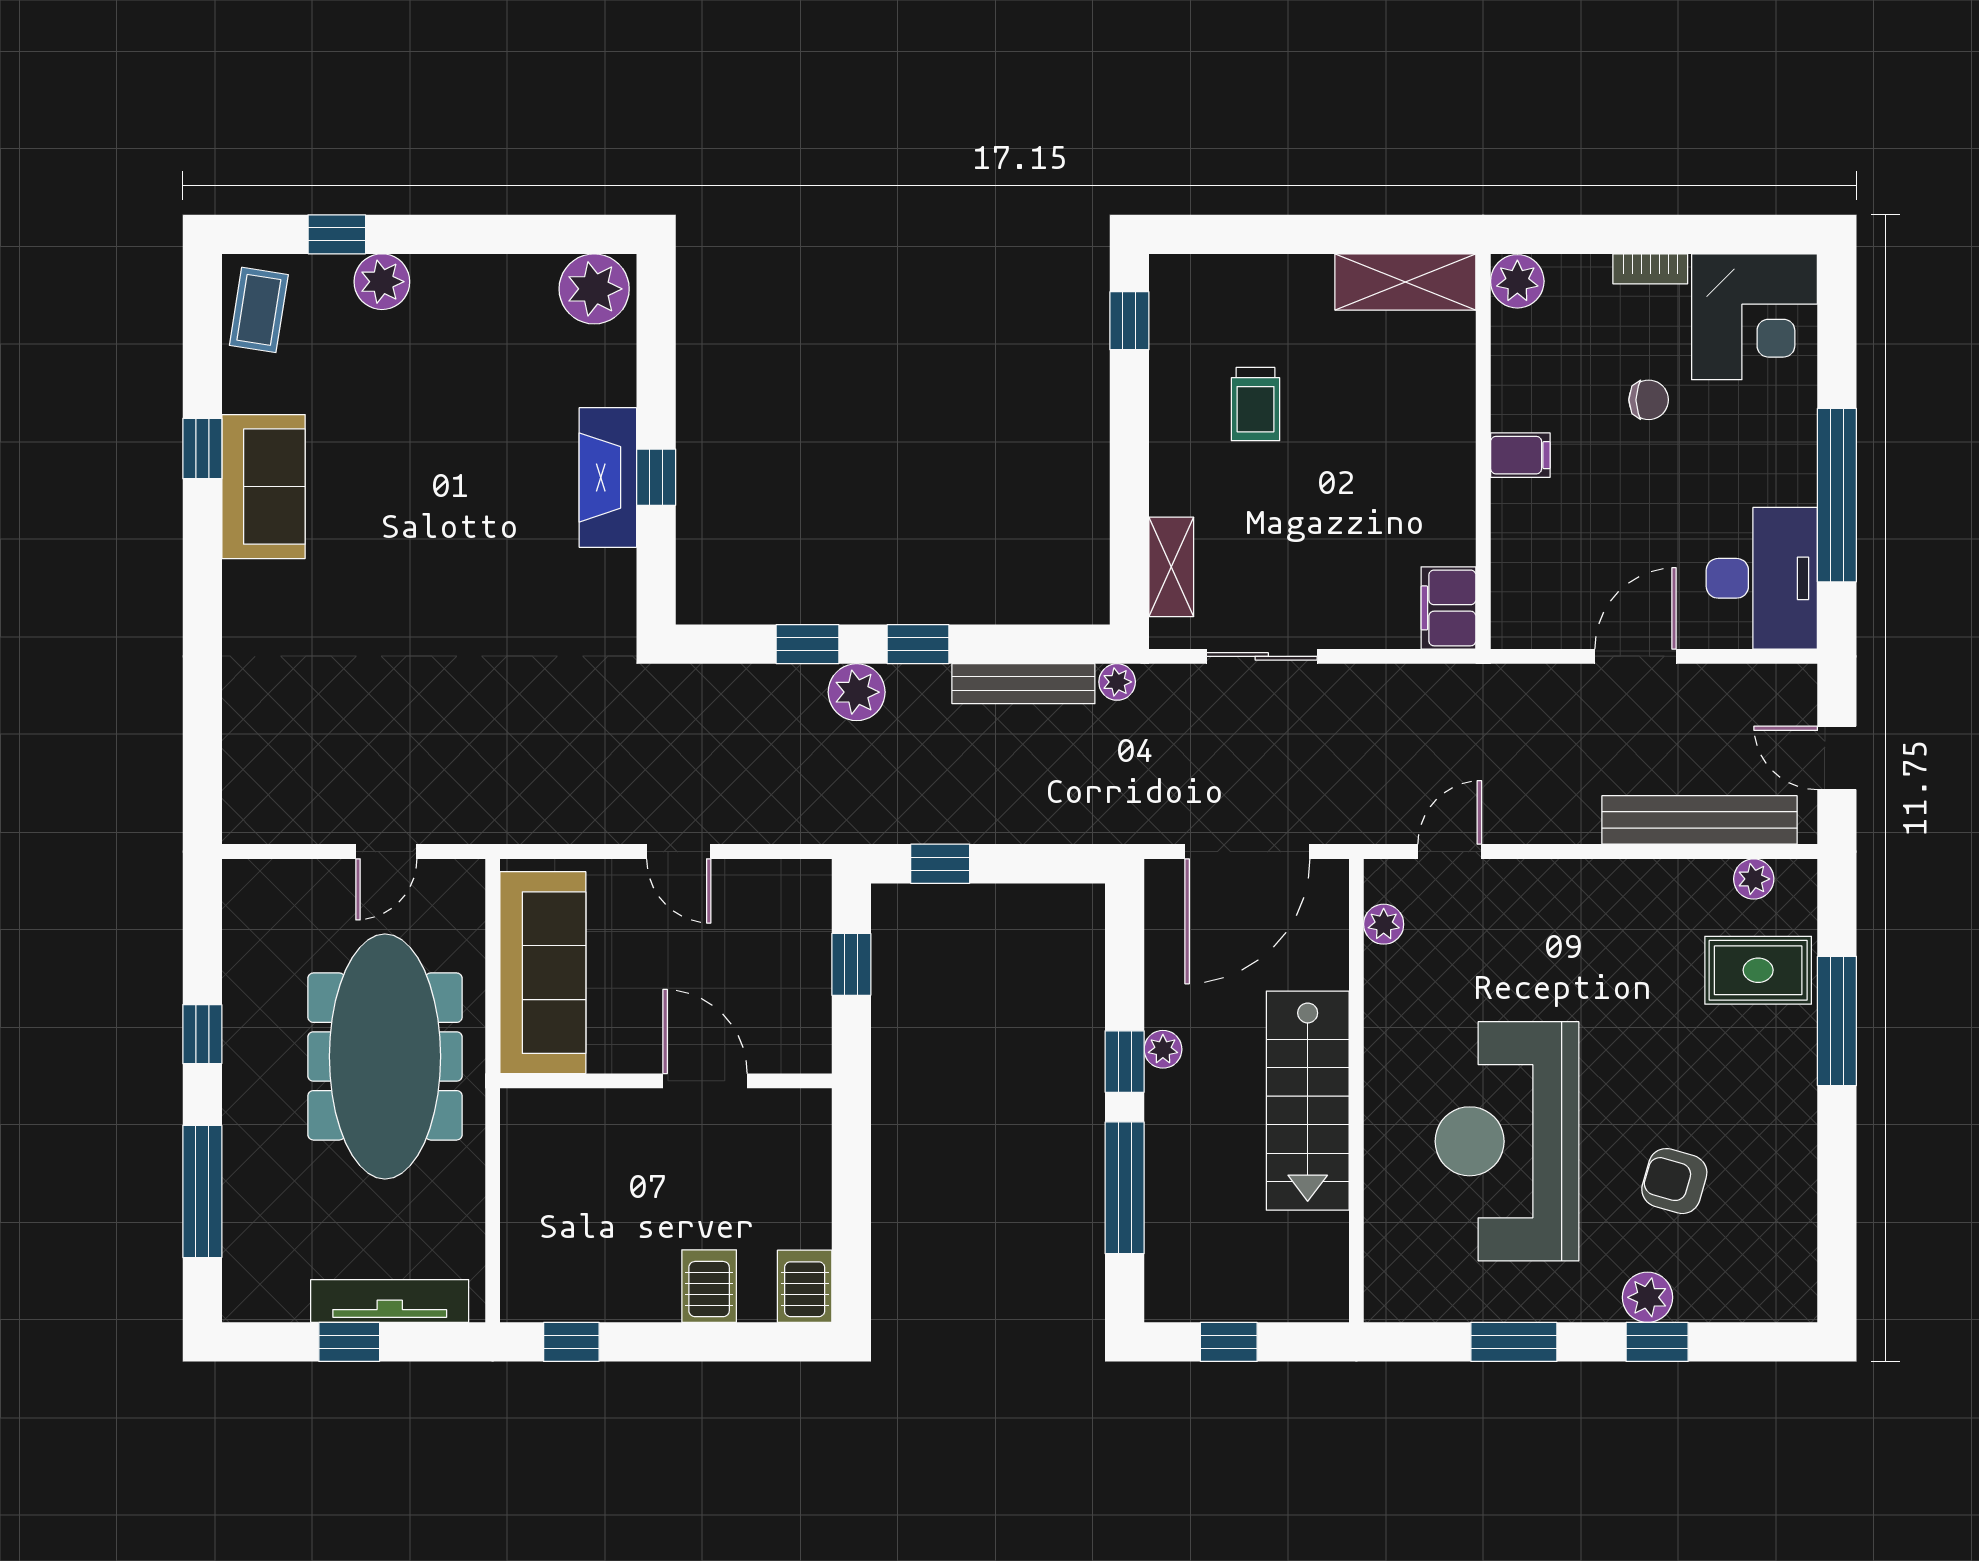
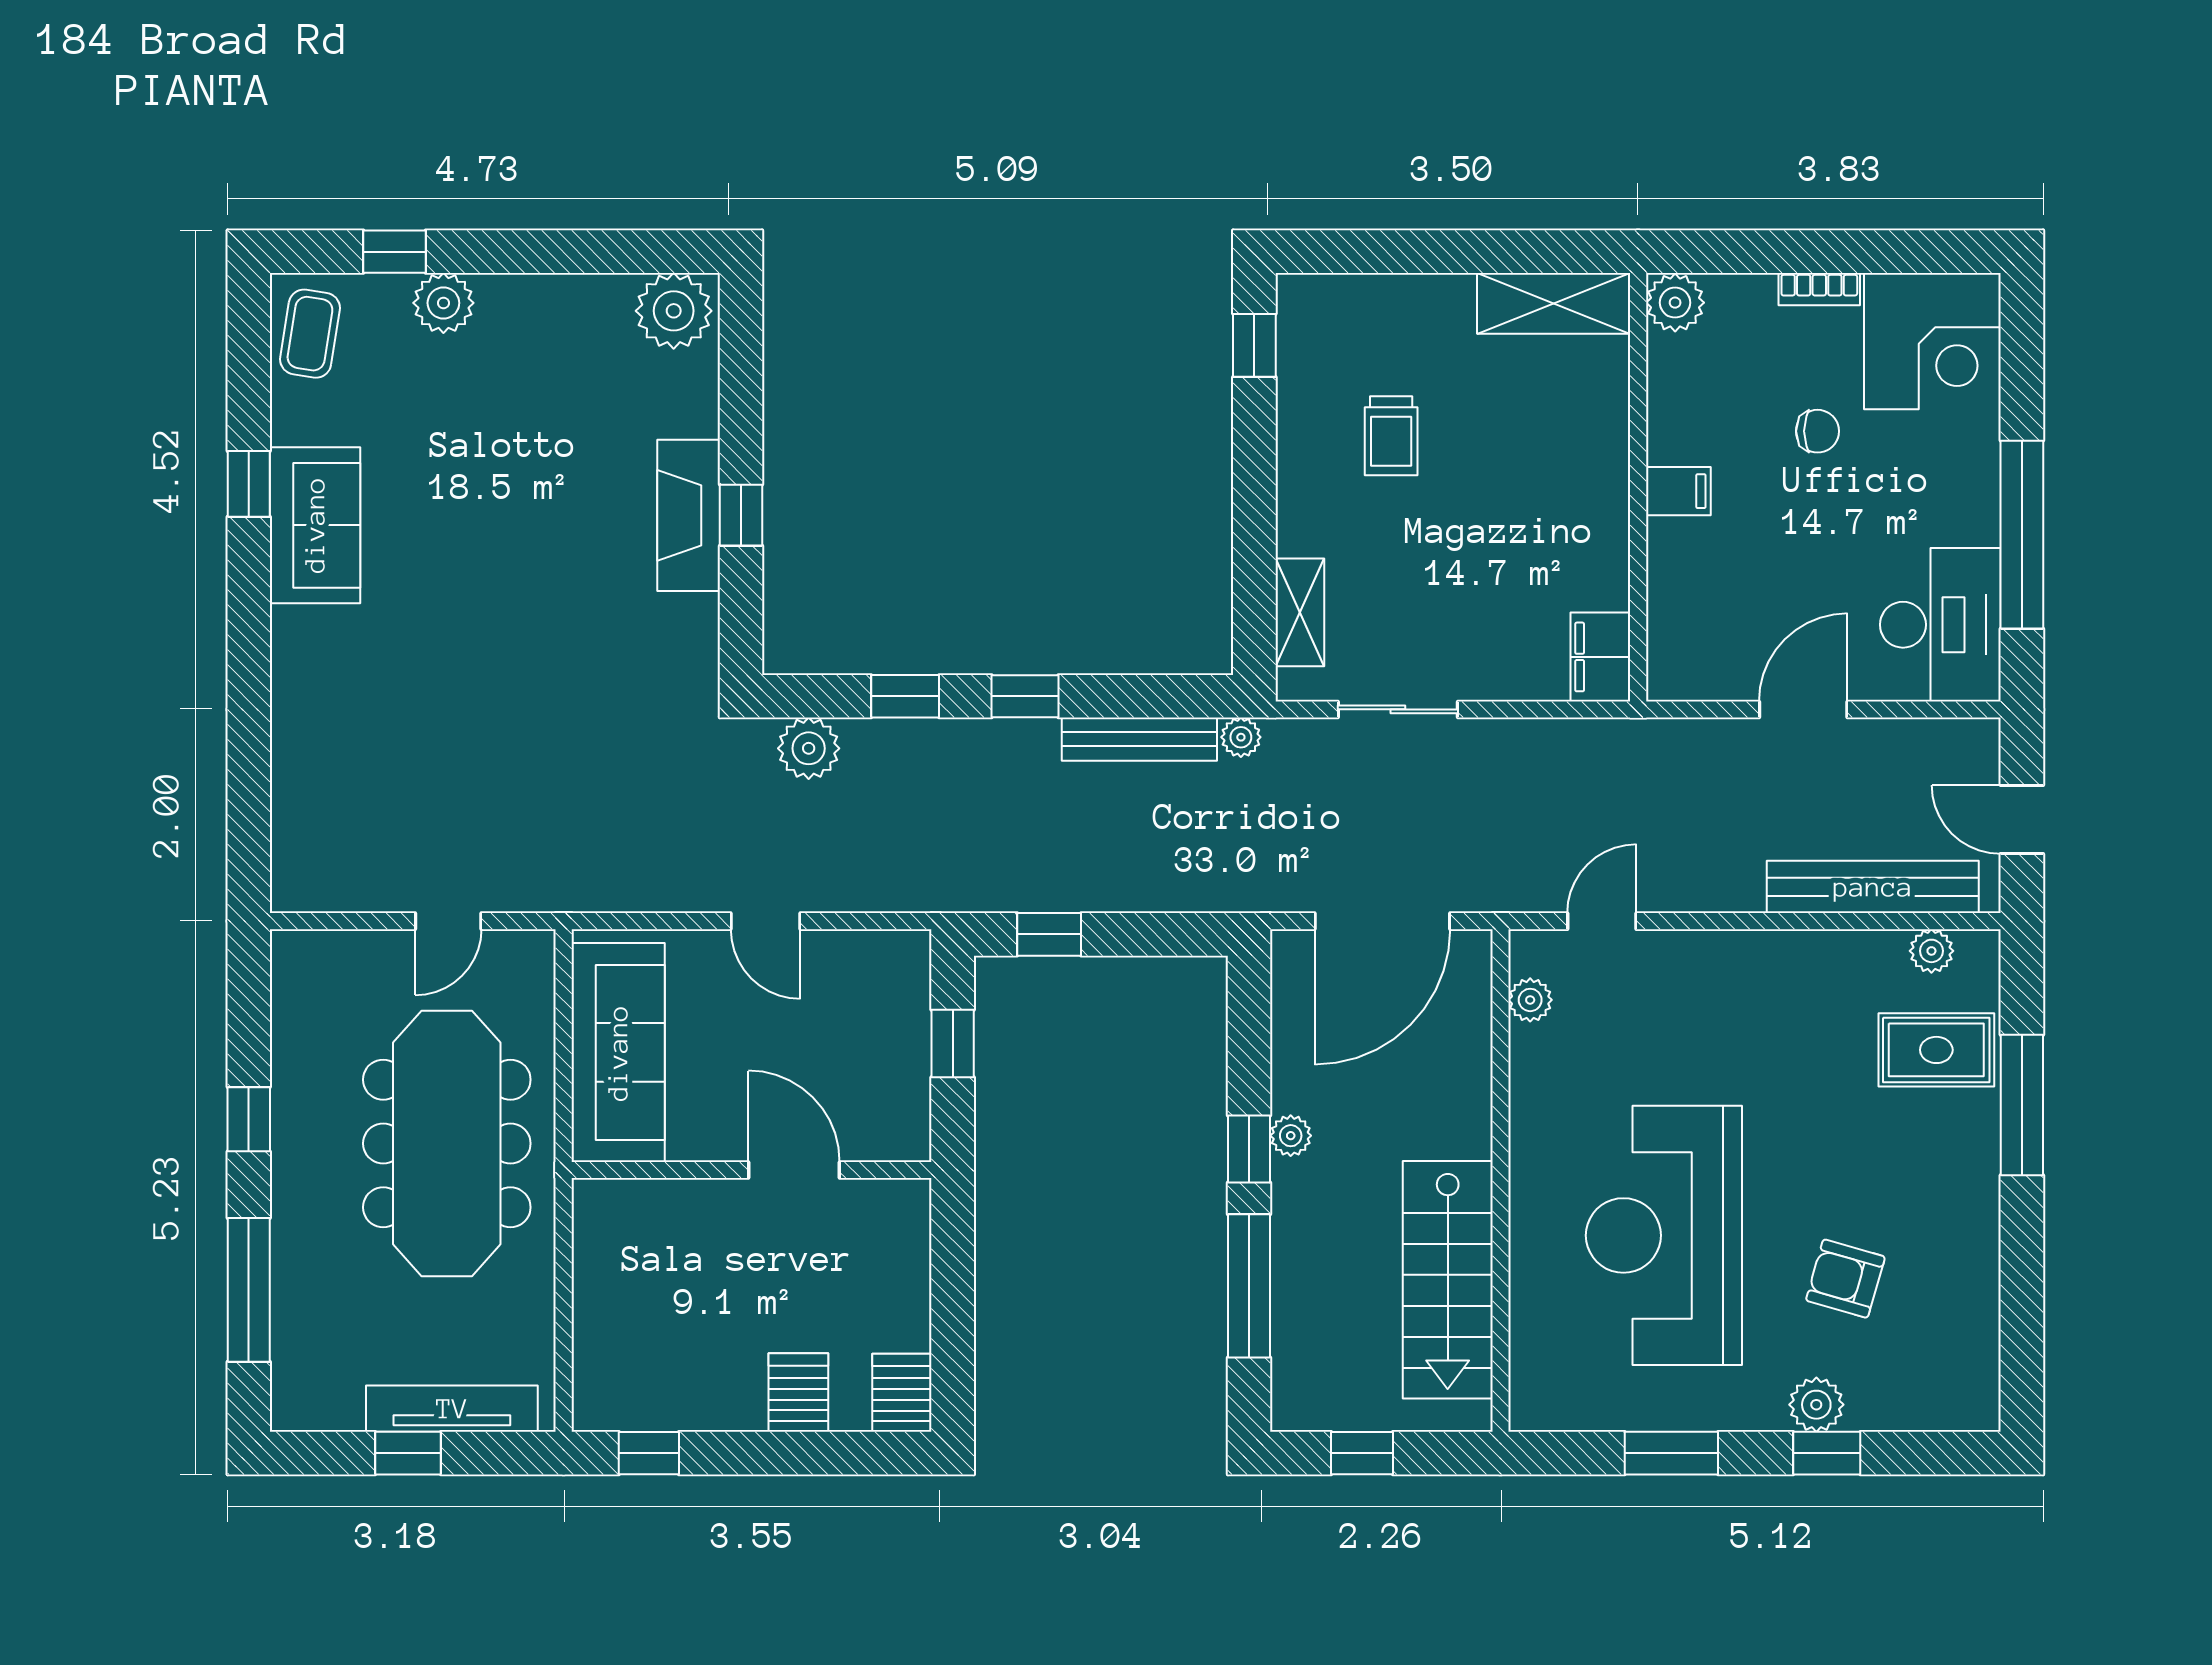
plant: (857, 692) -> (809, 748), moved
stairs: (1308, 1101) -> (1448, 1280), moved

